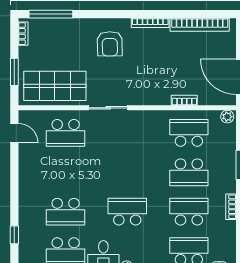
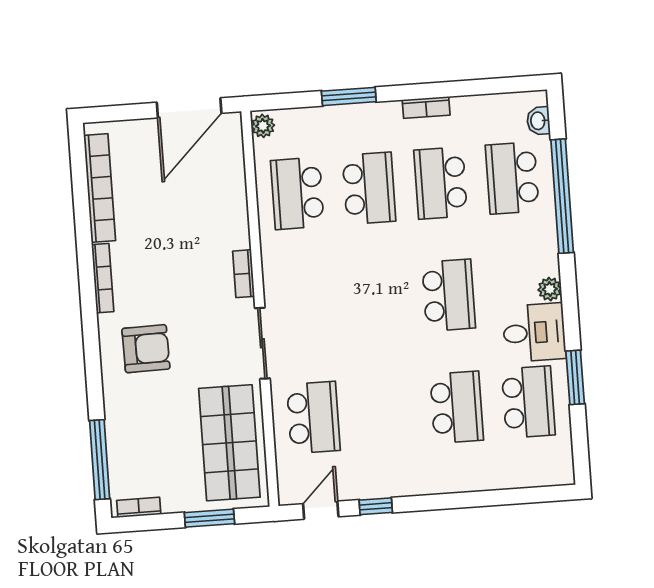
bookcase: (184, 100) -> (244, 274), moved
school desk: (127, 212) -> (449, 295), turned 180
window: (14, 235) -> (376, 506), moved

